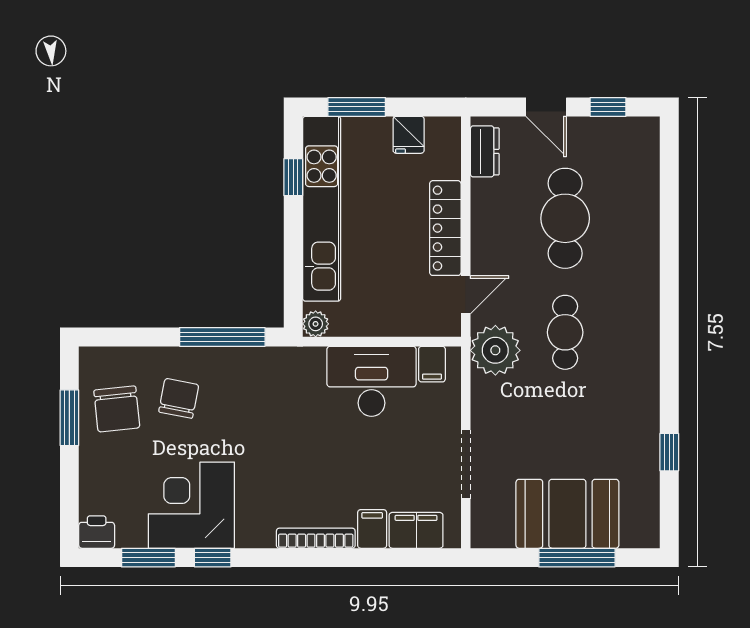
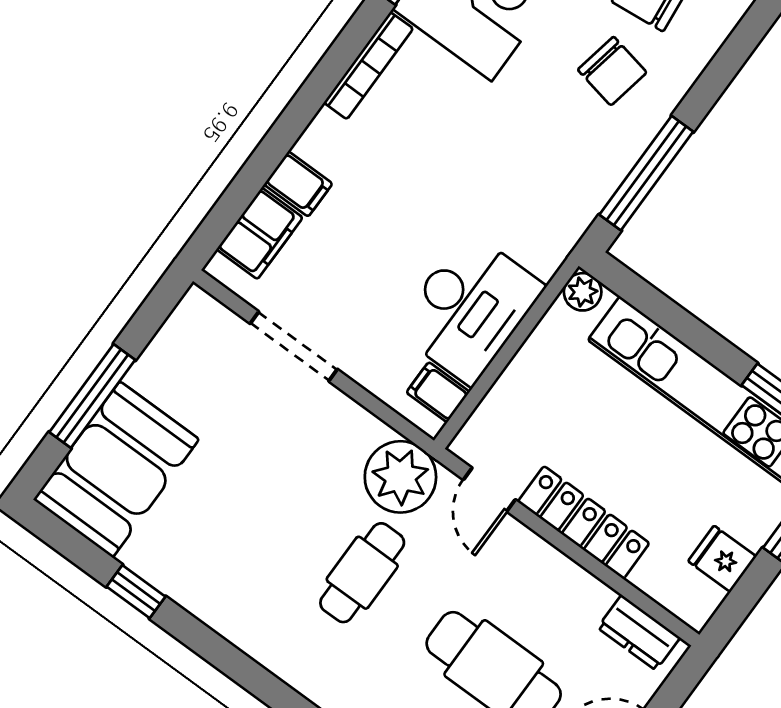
cafe table: (565, 332) -> (362, 573), turned 90
booth: (567, 514) -> (116, 469), moved
bookcase: (316, 538) -> (368, 66), moved

